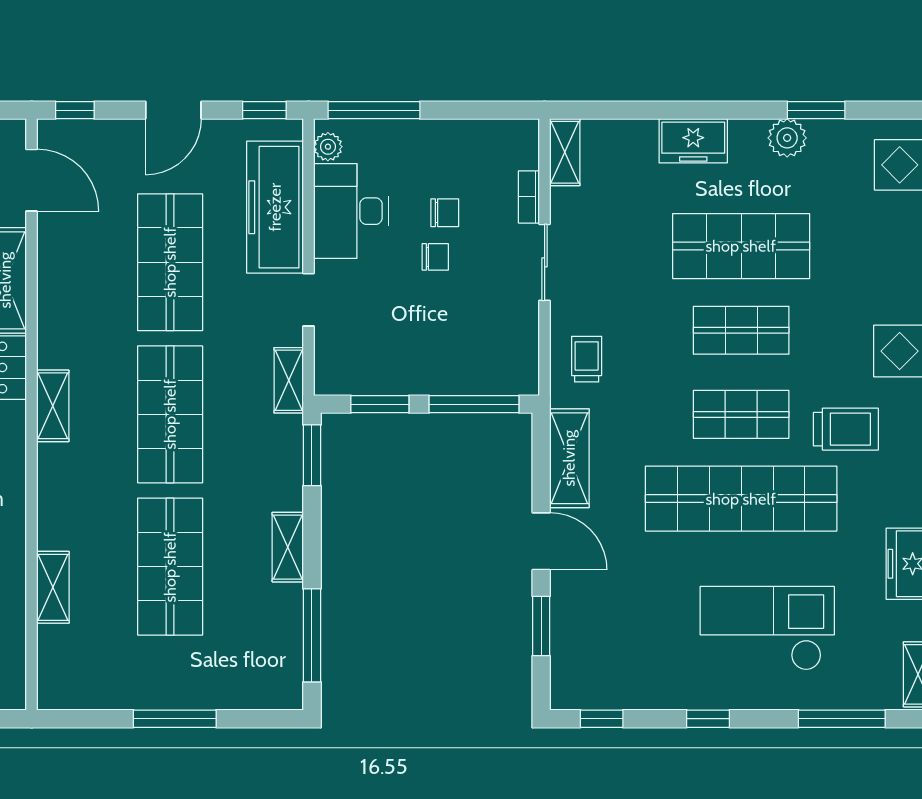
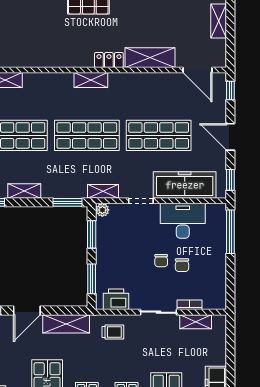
plant: (328, 147) -> (102, 210), moved
shelving: (565, 152) -> (196, 322), moved
door: (32, 180) -> (197, 70), hinge flipped
printer: (517, 352) -> (116, 299), added
window: (474, 404) -> (92, 279), width x0.69

